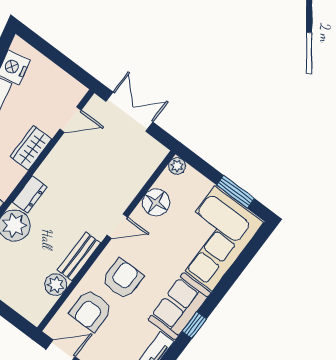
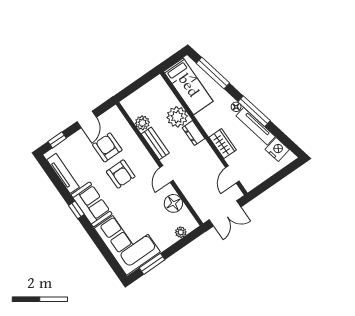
floor lamp: (156, 202) -> (173, 203), moved
door: (117, 226) -> (166, 174), moved
wall: (106, 241) -> (159, 164), moved
bench: (79, 257) -> (155, 143), moved
plant: (56, 285) -> (142, 123), moved

